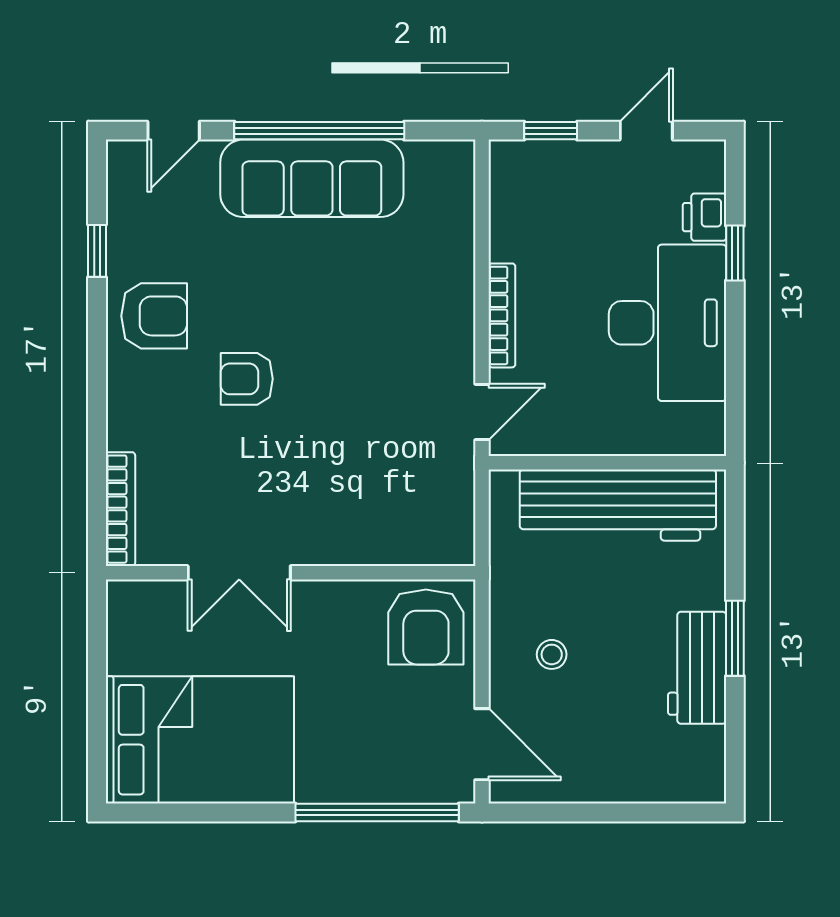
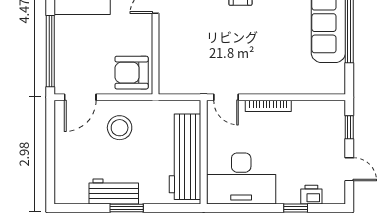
desk: (667, 323) -> (241, 178), moved
stool: (552, 654) -> (120, 128), width x1.89, depth x1.89

